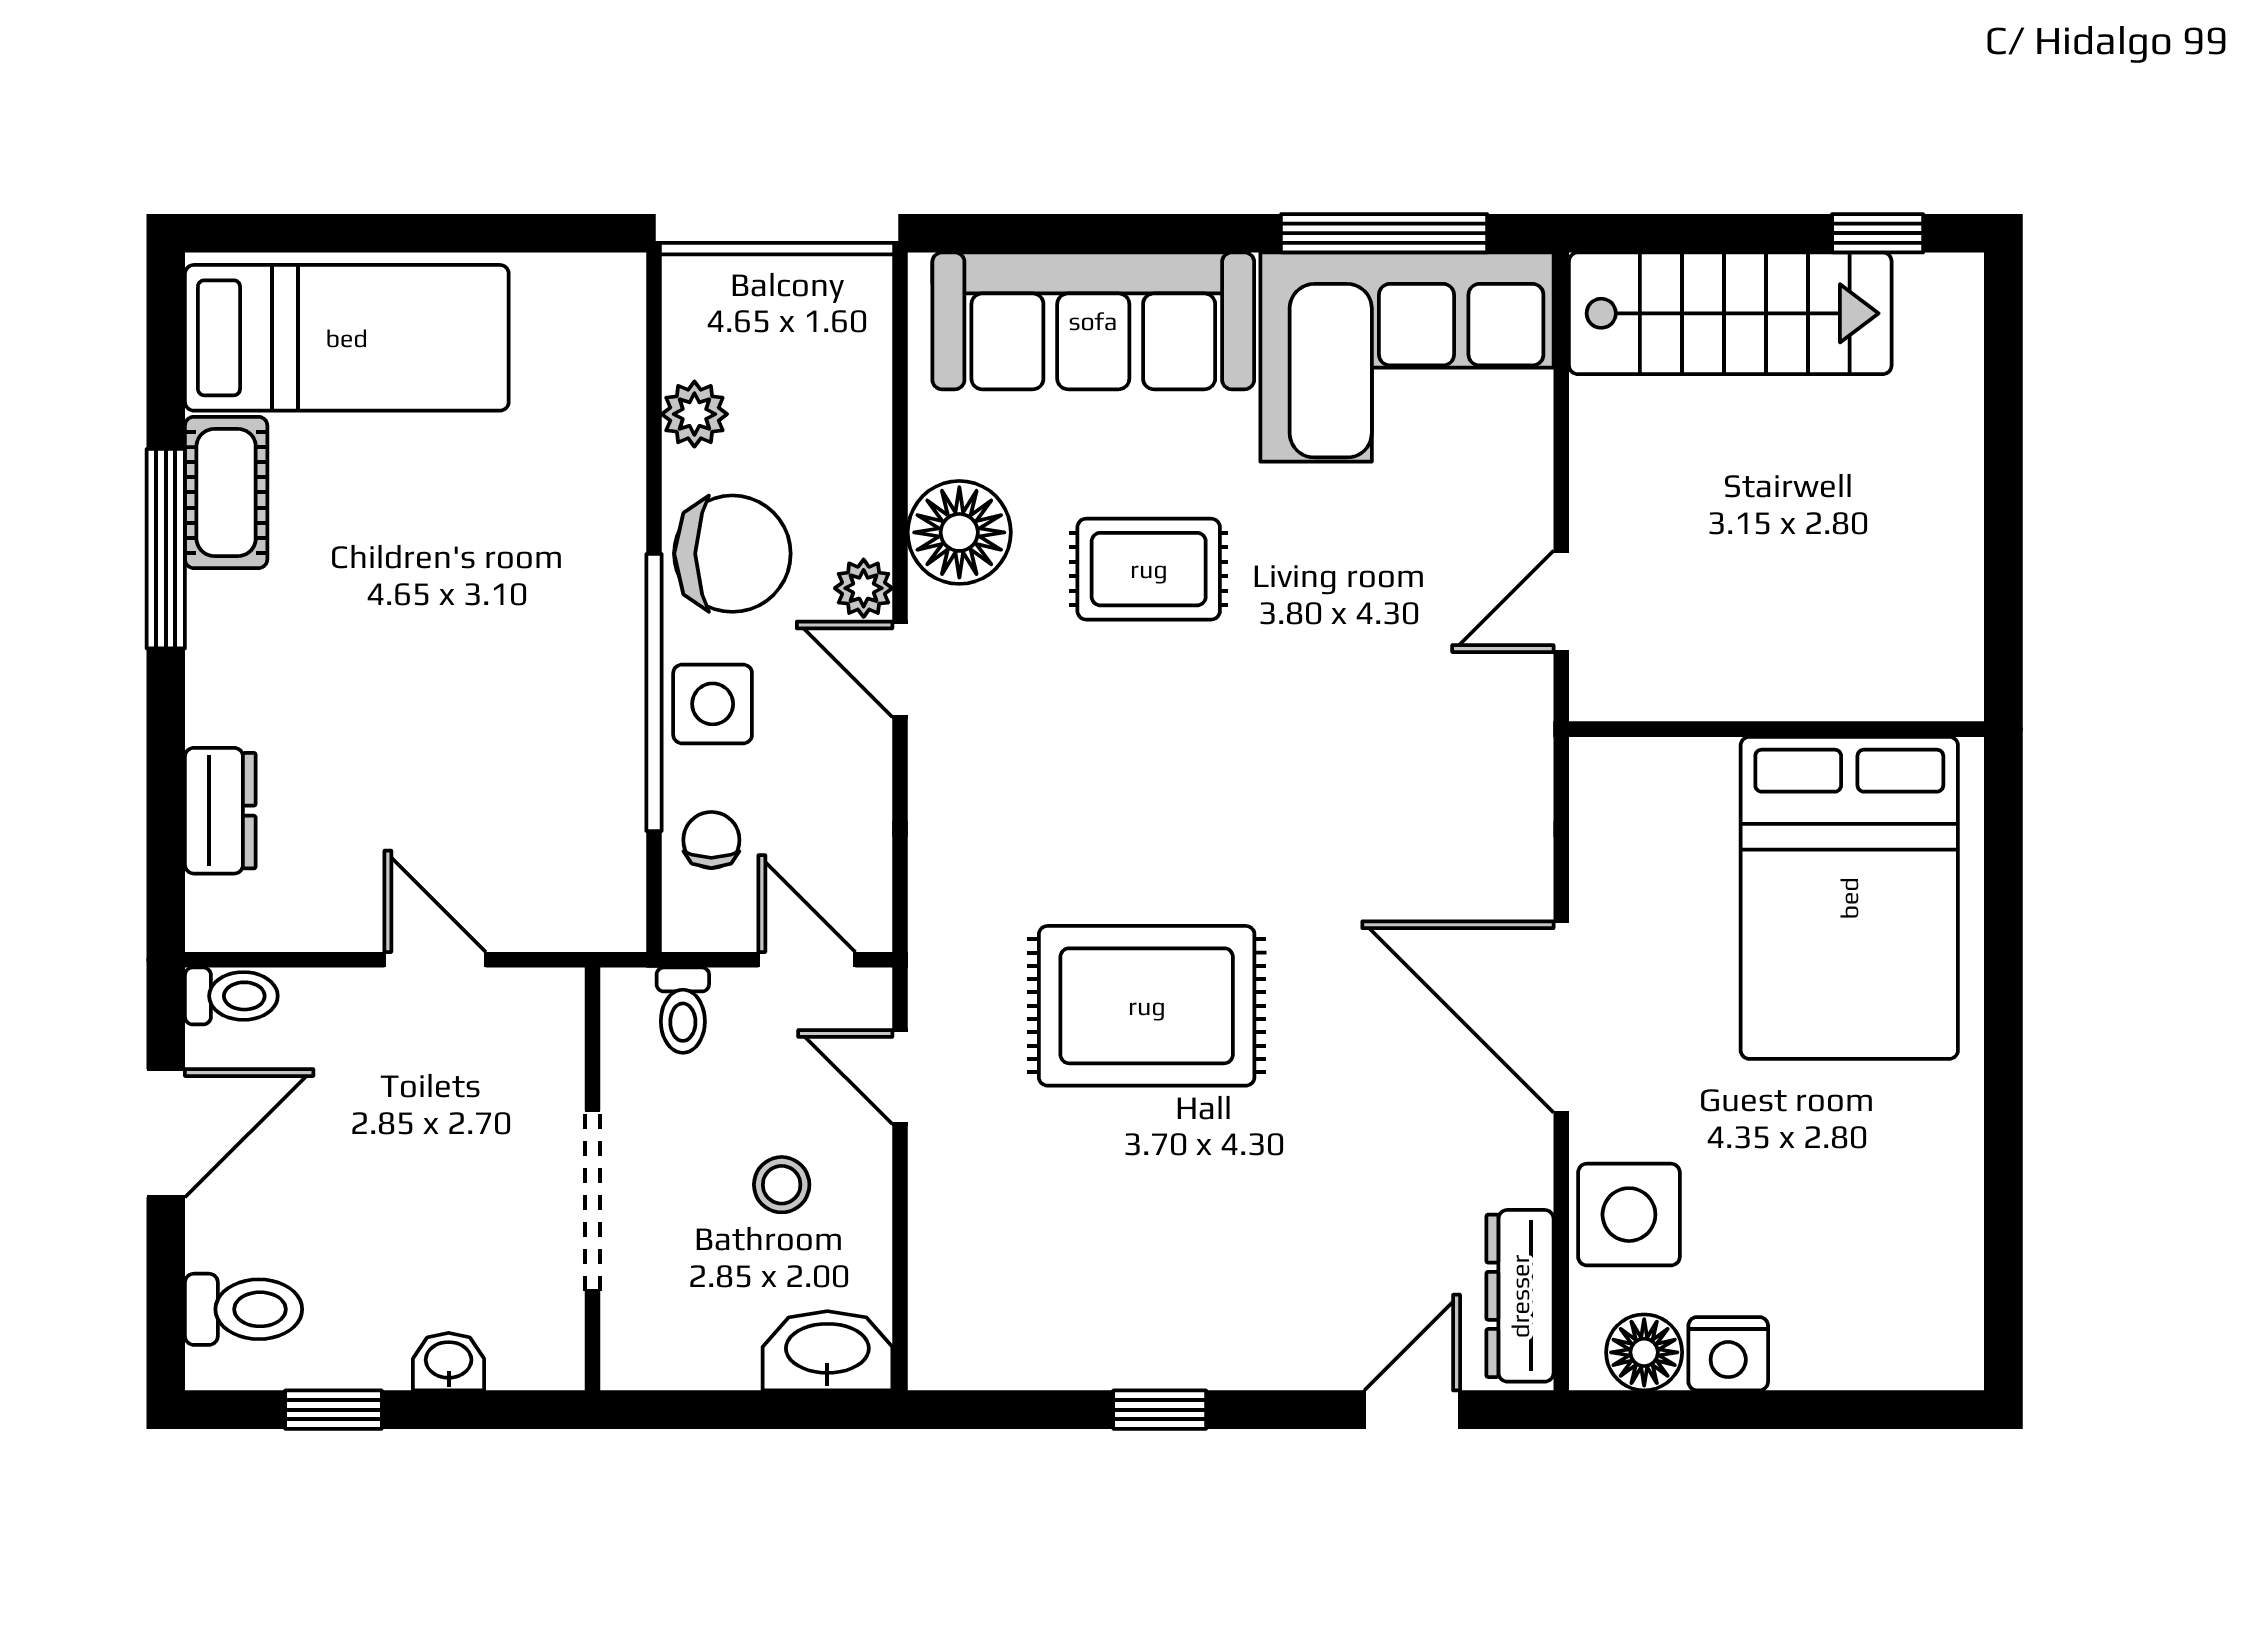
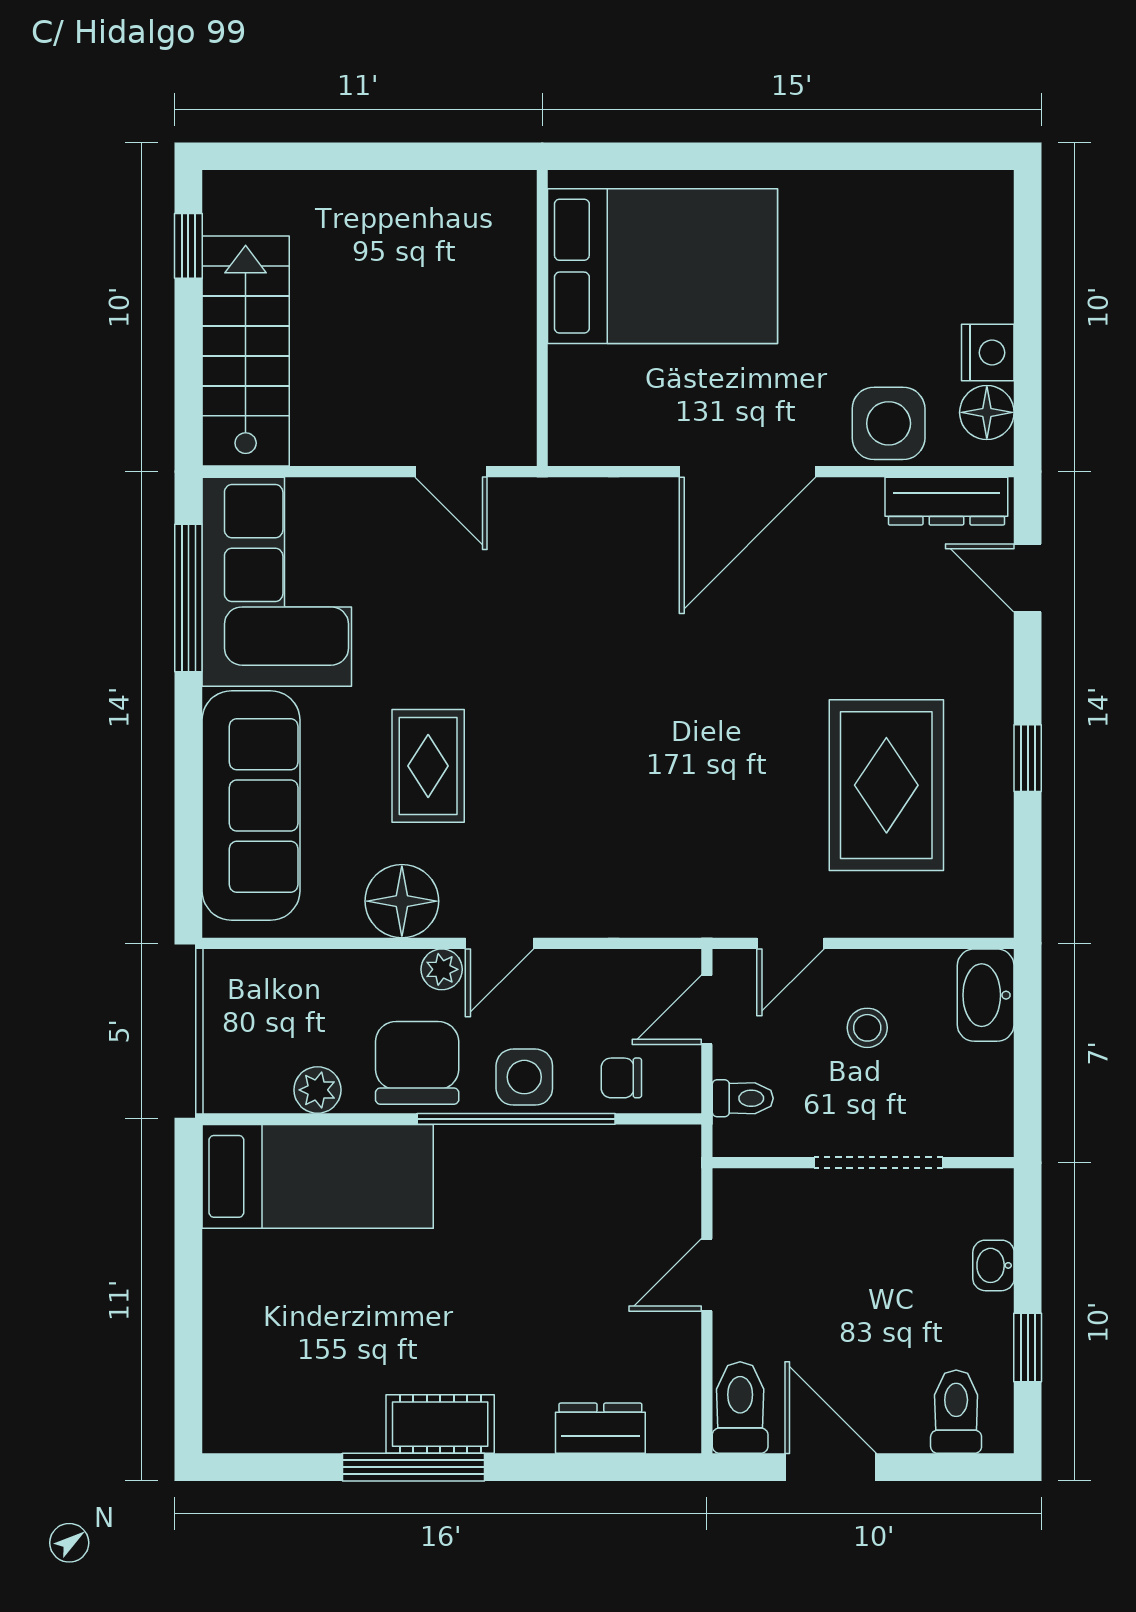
bed: (347, 338) -> (318, 1176), moved, turned 90
cot: (226, 492) -> (440, 1424), moved
toilet: (231, 996) -> (740, 1408), width x1.37, depth x1.39
rug: (1147, 1006) -> (886, 785), moved

